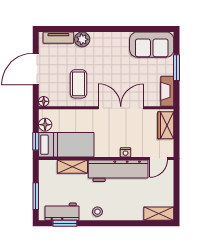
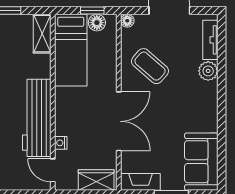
coffee table: (78, 84) -> (150, 66), turned 41
window: (36, 141) -> (92, 10), moved
nightstand: (126, 152) -> (61, 143), moved
shelving: (72, 167) -> (42, 34), moved

